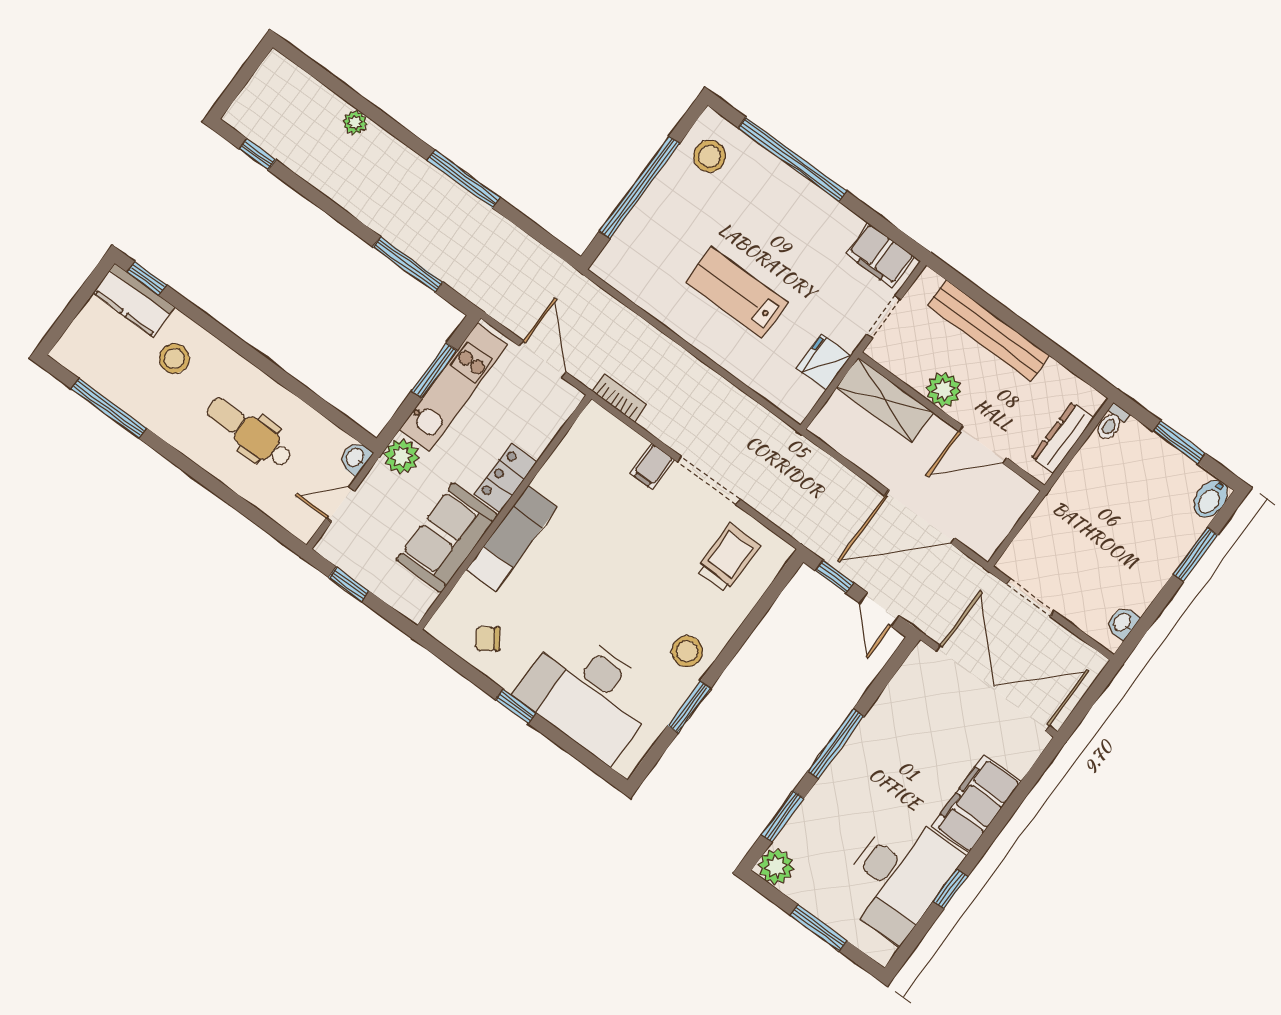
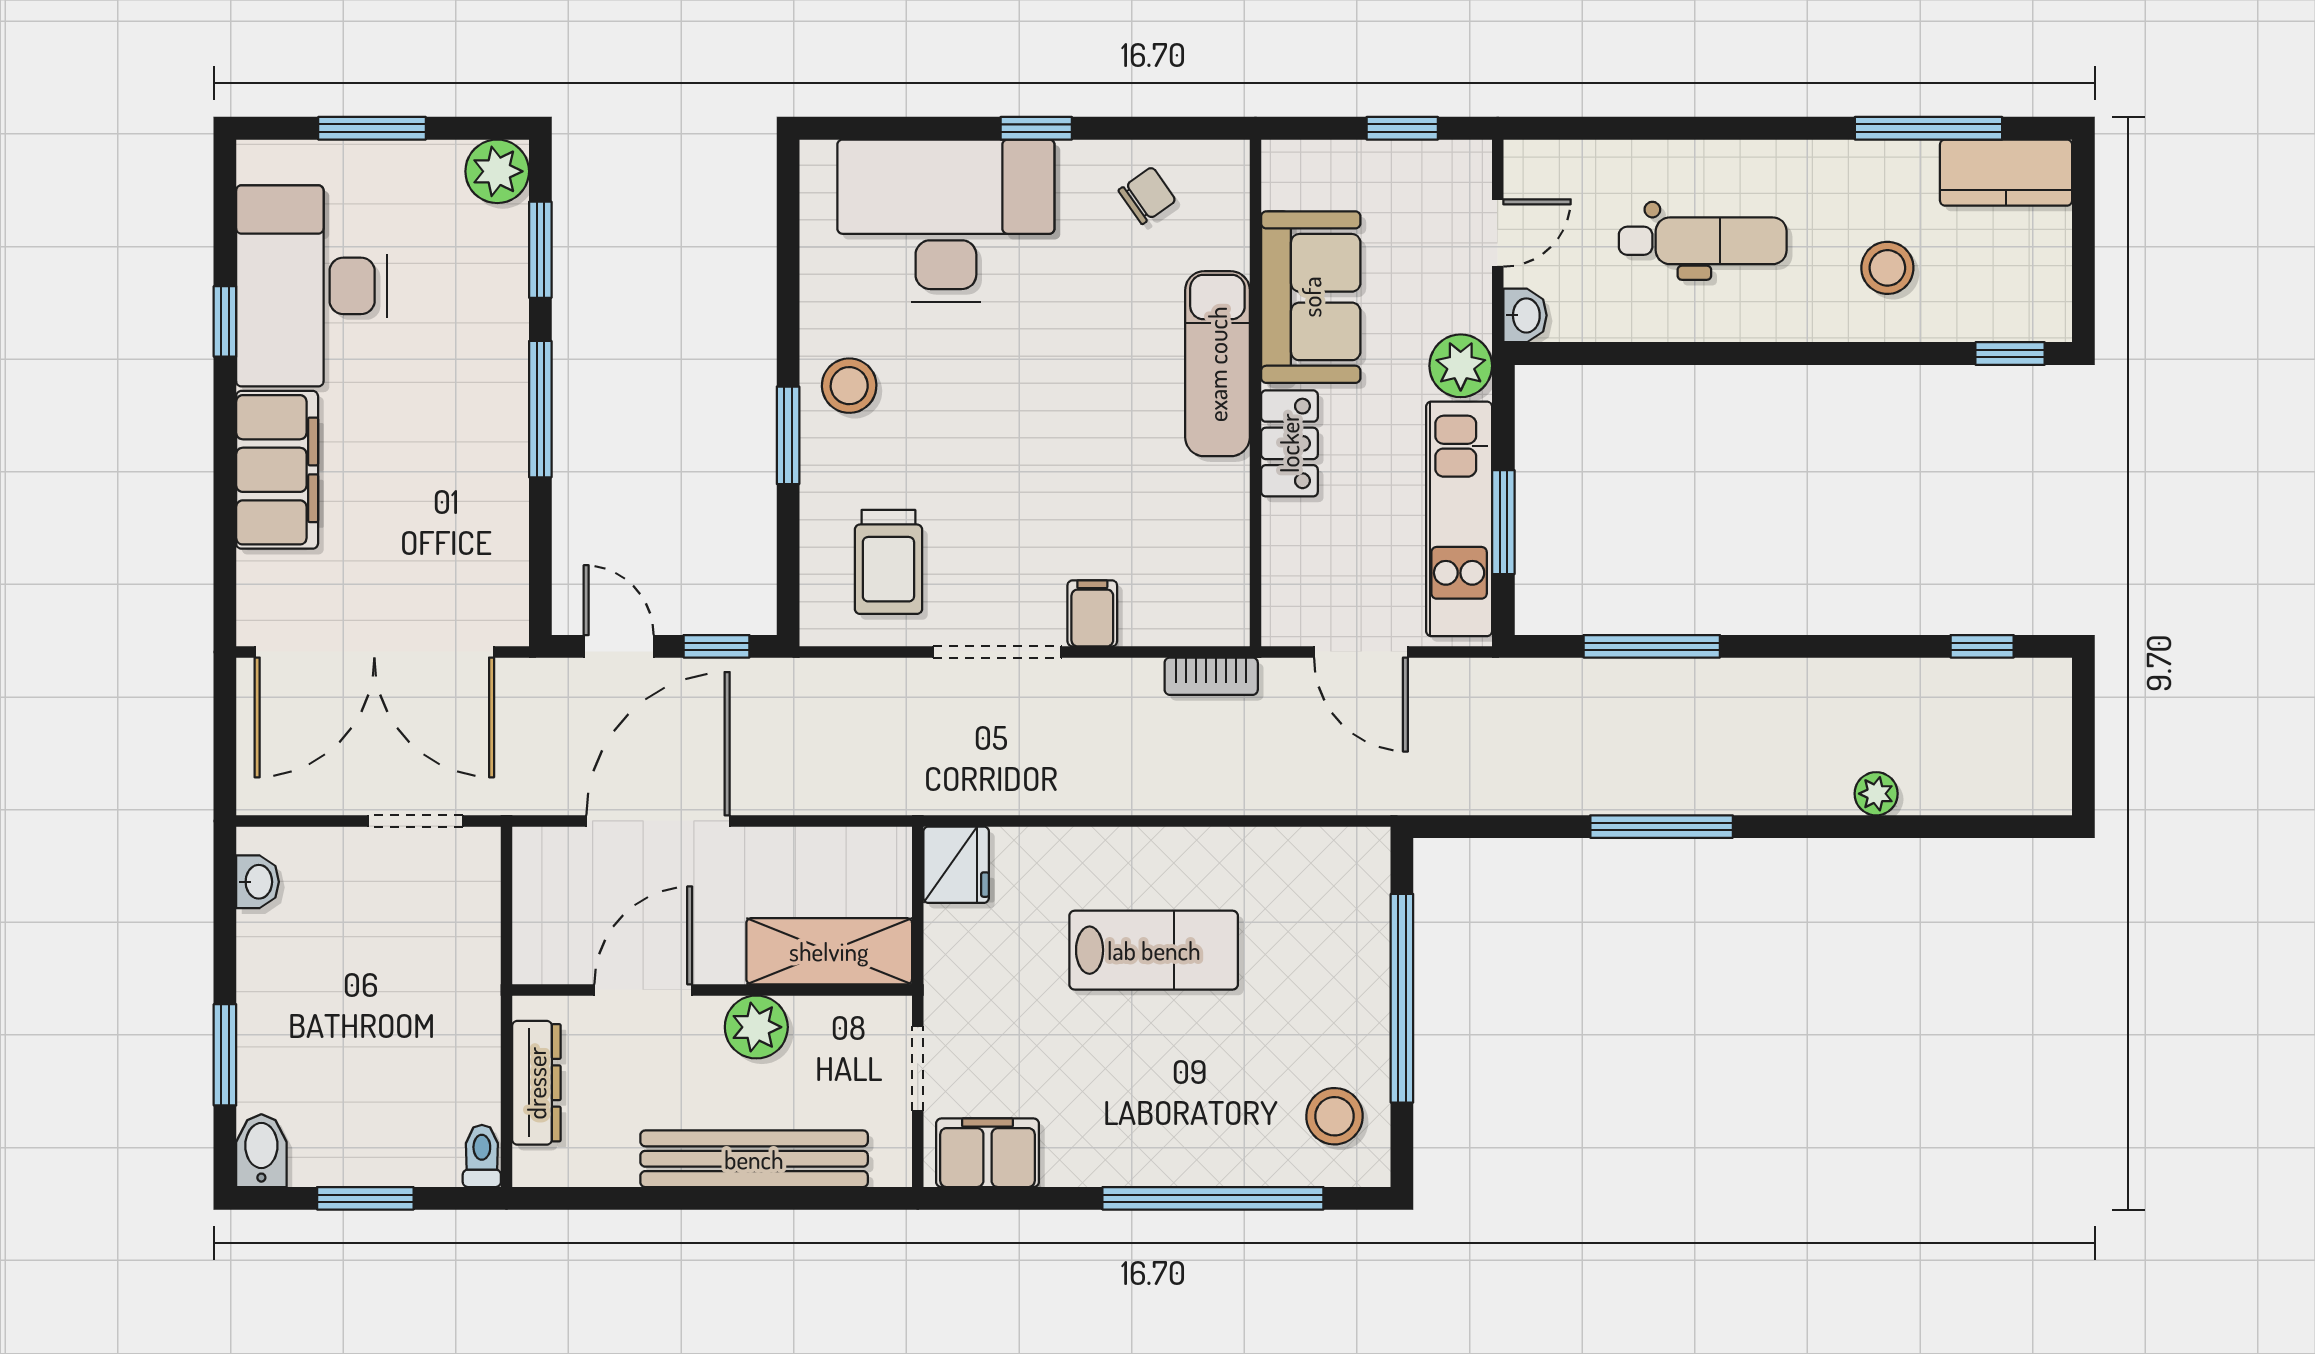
kitchen counter: (134, 300) -> (2006, 173), moved, turned 180
fridge: (824, 362) -> (956, 865), moved
window: (689, 707) -> (788, 435), moved

